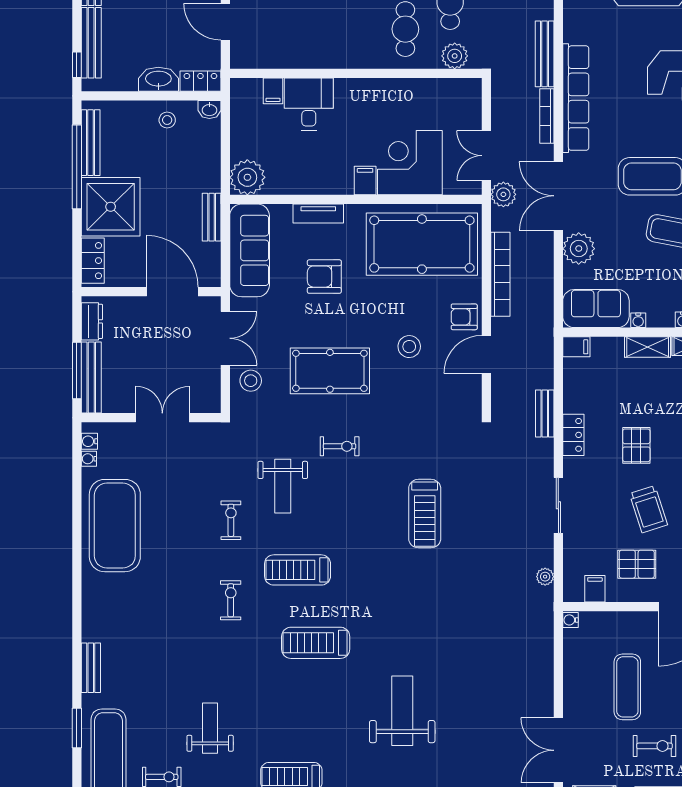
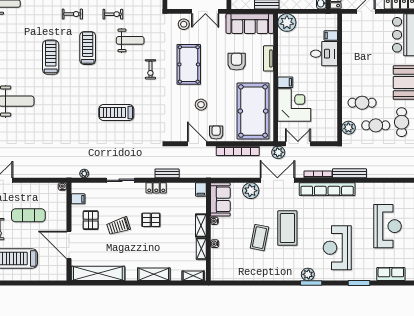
weight bench: (283, 486) -> (130, 40), turned 180

